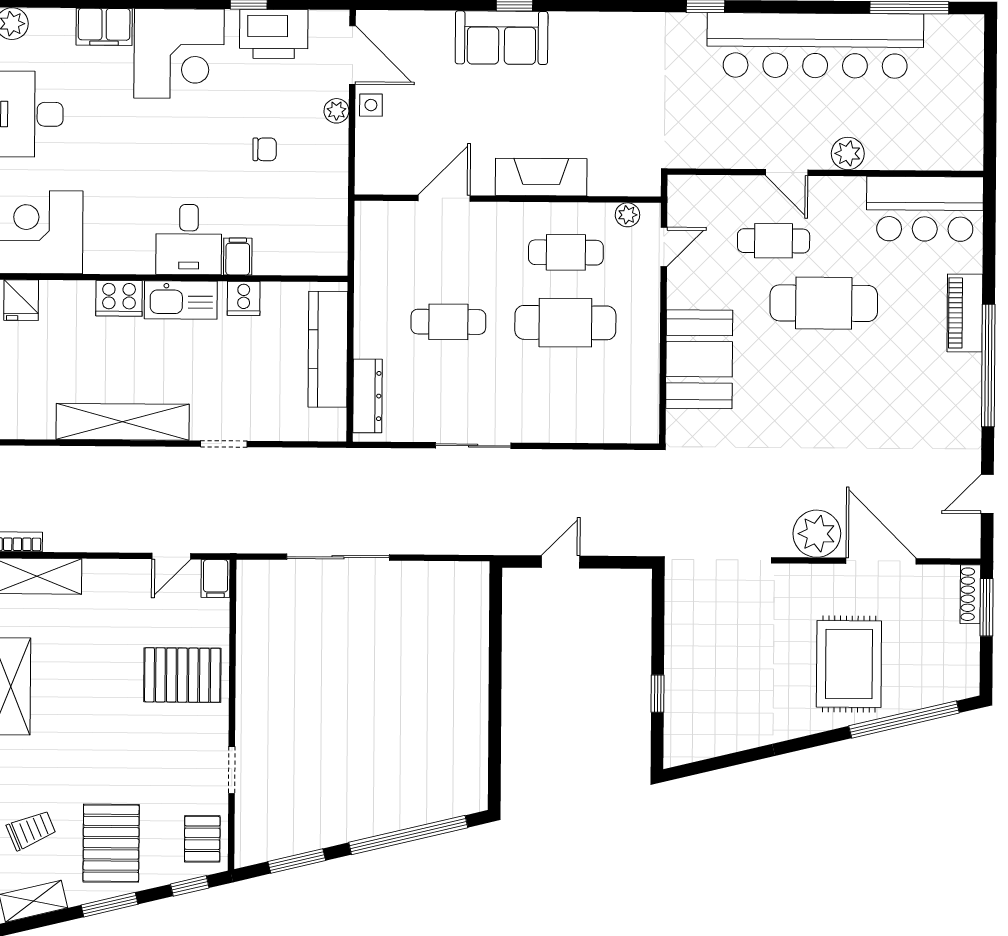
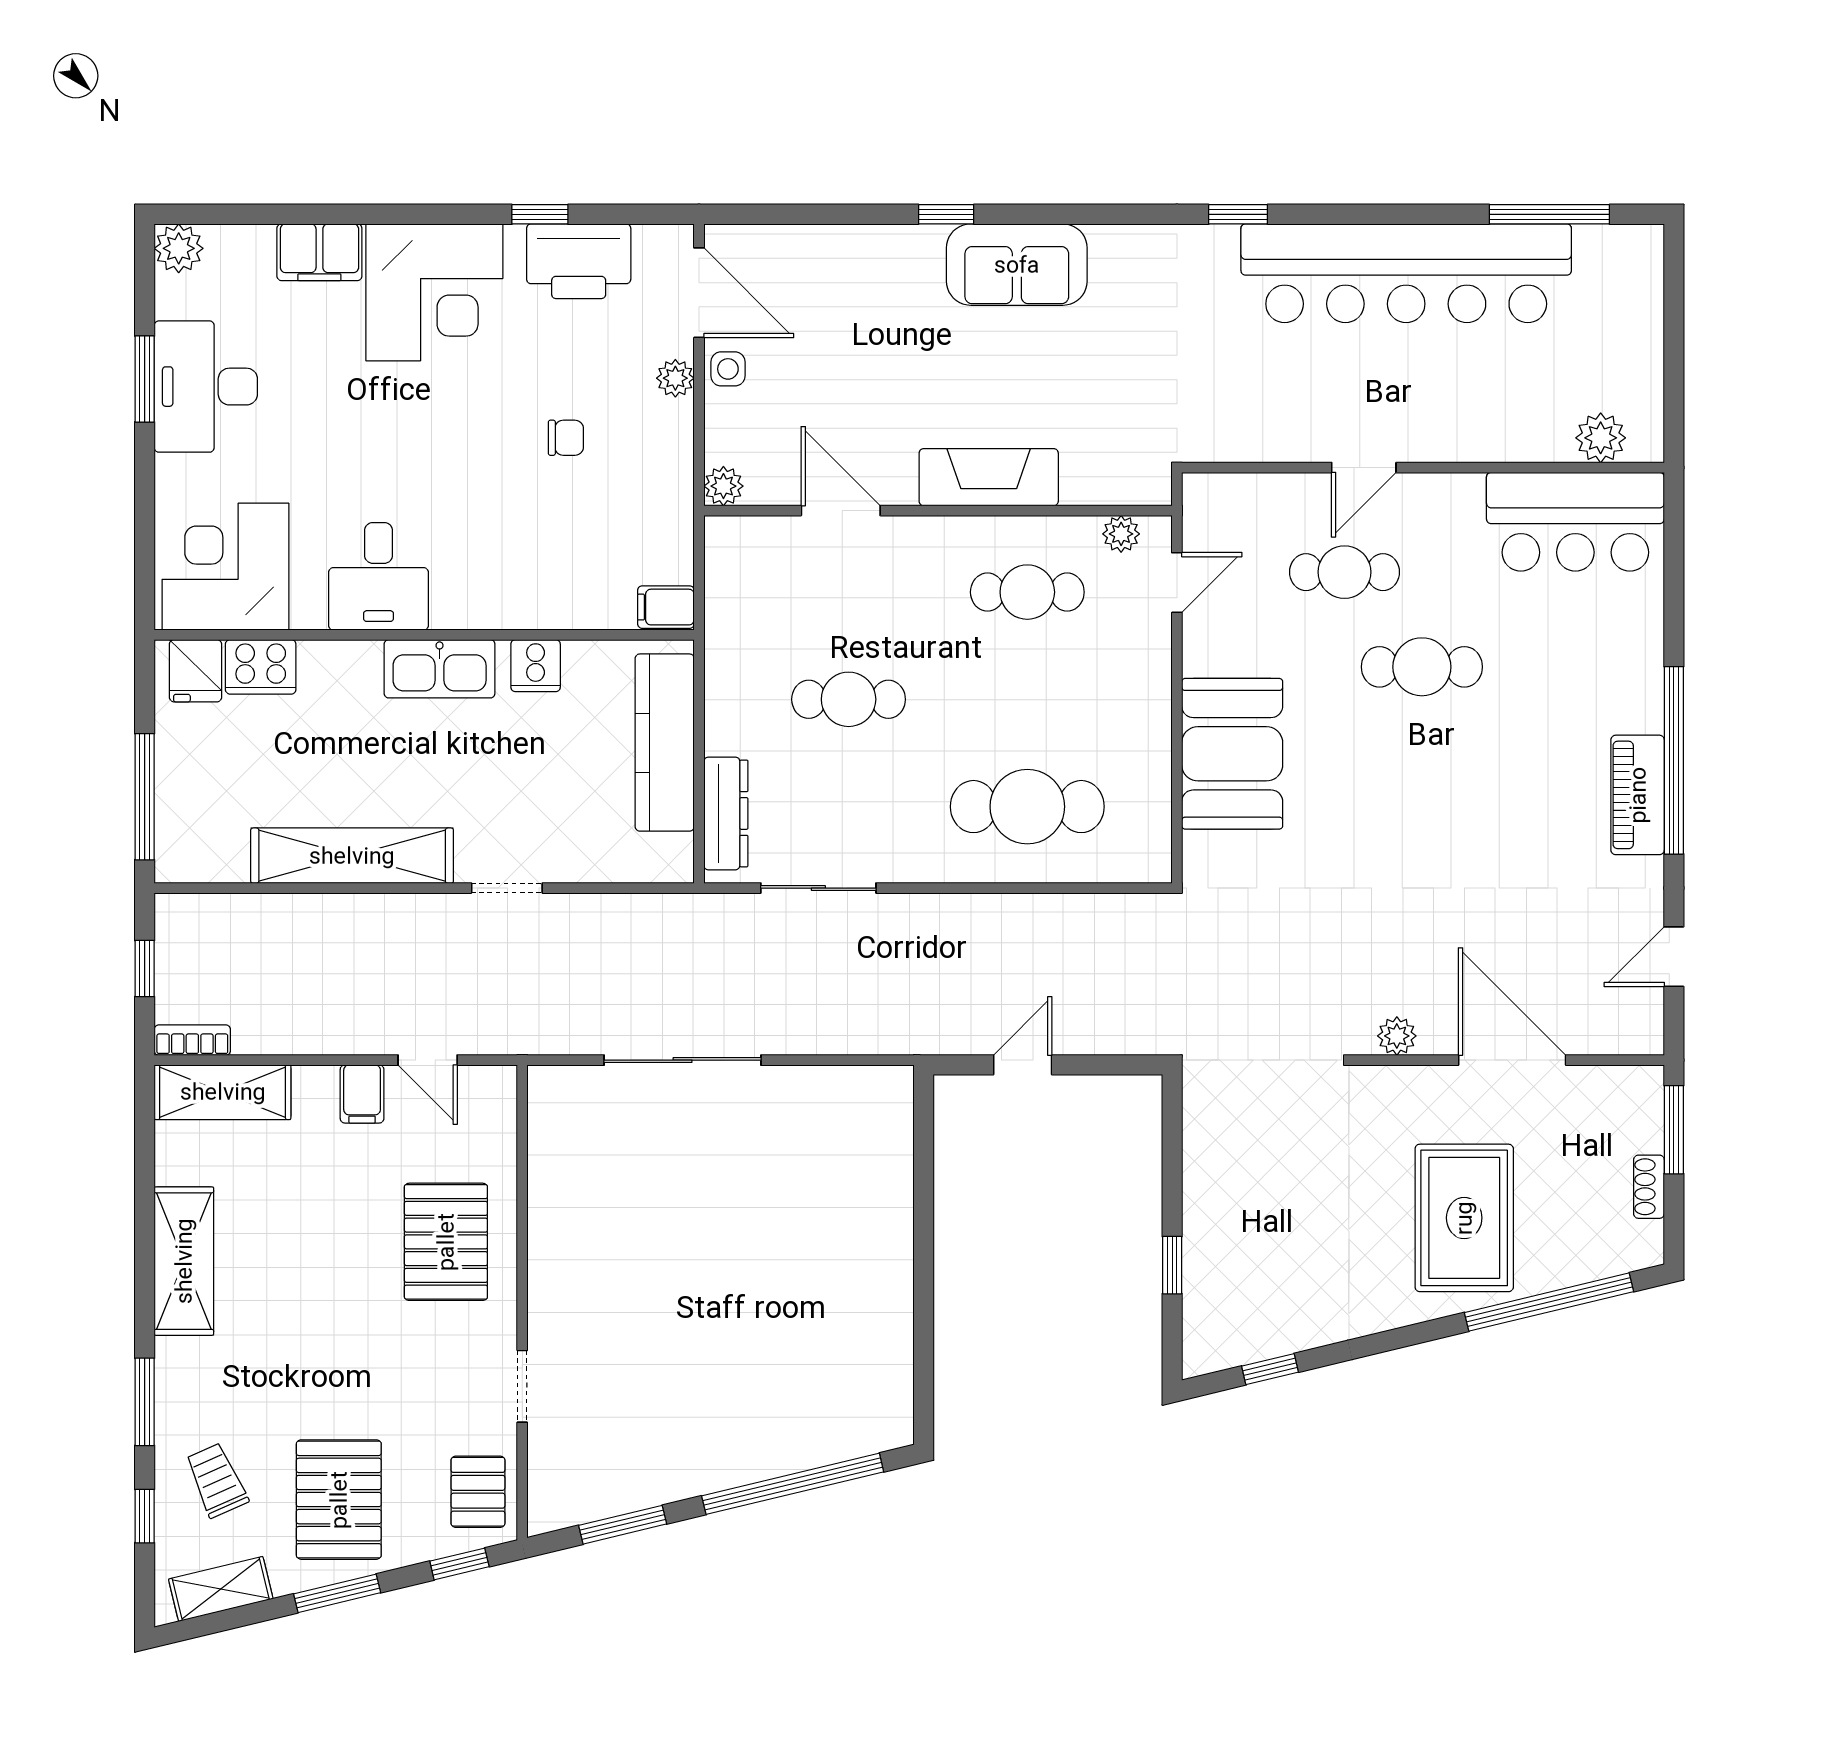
sofa: (502, 38) -> (1017, 265), moved
plant: (848, 153) -> (1601, 438), moved
door: (787, 172) -> (1364, 468), hinge flipped
plant: (367, 182) -> (723, 486), added
door: (444, 198) -> (841, 511), hinge flipped
desk: (189, 239) -> (379, 576), moved
filing cabinet: (238, 256) -> (666, 607), moved, turned -90
cooker: (119, 298) -> (261, 667), moved
cafe table: (824, 303) -> (1422, 667), width x0.73, depth x0.74
piano: (965, 313) -> (1638, 795), moved
cafe table: (565, 323) -> (1027, 807), moved
sliding door: (473, 446) -> (818, 888), moved
plant: (817, 534) -> (1397, 1036), width x0.53, depth x0.53
door: (171, 556) -> (428, 1060), hinge flipped
filing cabinet: (216, 578) -> (362, 1094), moved
shoe rack: (970, 594) -> (1649, 1187), moved, width x0.70
pallet: (182, 675) -> (446, 1242), turned 90
window: (721, 762) -> (1270, 1369), added
trolley: (31, 830) -> (217, 1480), turned -91

